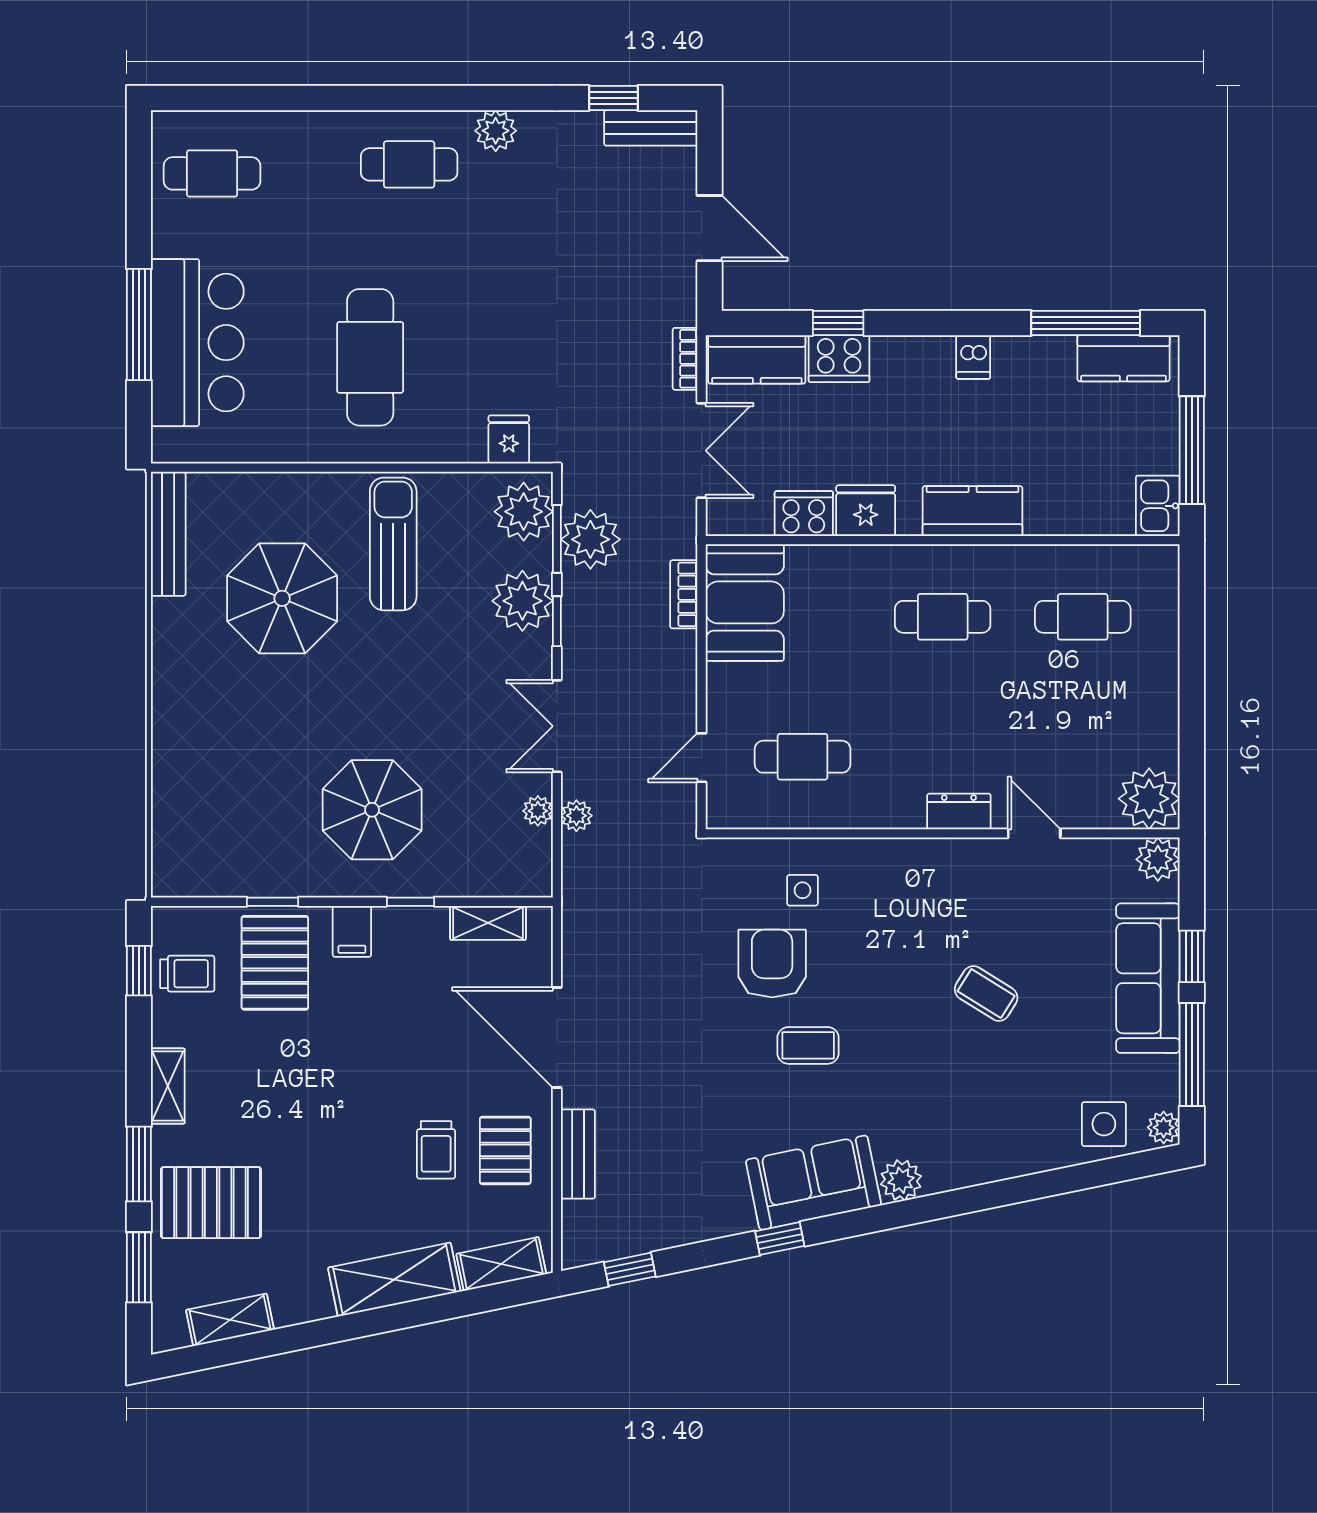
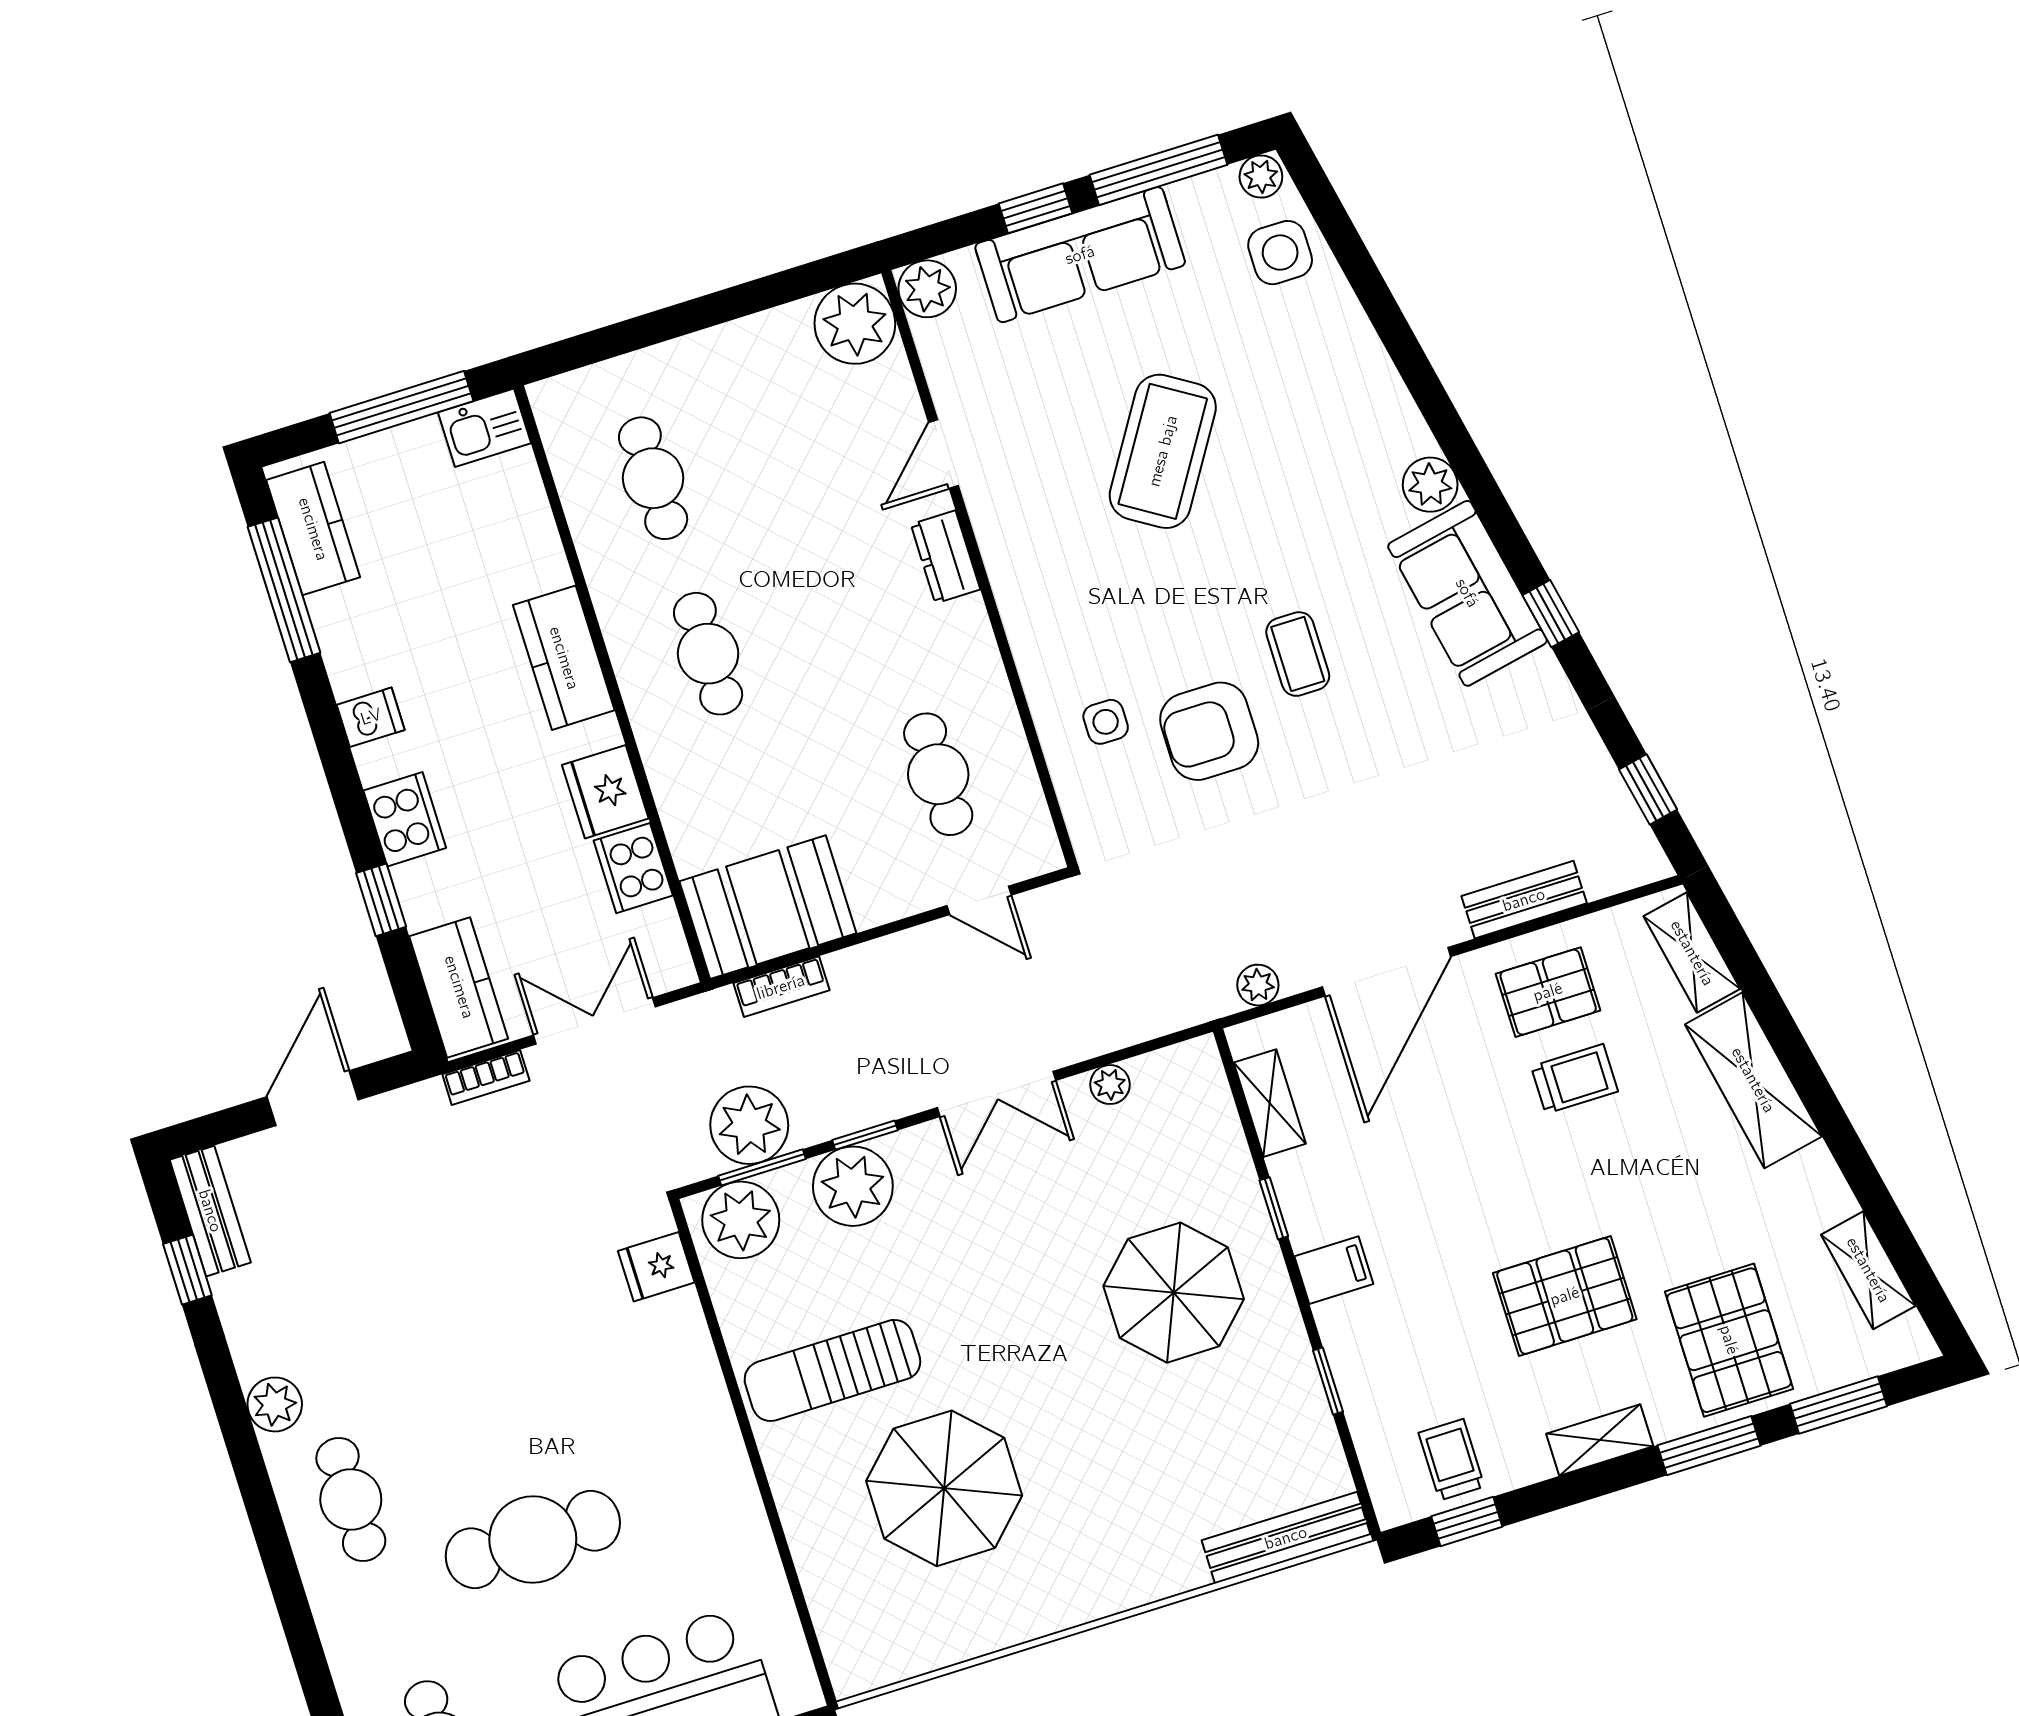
cafe table: (370, 357) -> (533, 1539), moved
cooker: (839, 359) -> (405, 819), moved
bench: (168, 534) -> (1286, 1538), moved
plant: (576, 816) -> (1258, 985), moved
pallet: (275, 963) -> (1565, 1296), moved
coffee table: (986, 993) -> (1163, 451), width x1.86, depth x1.72

